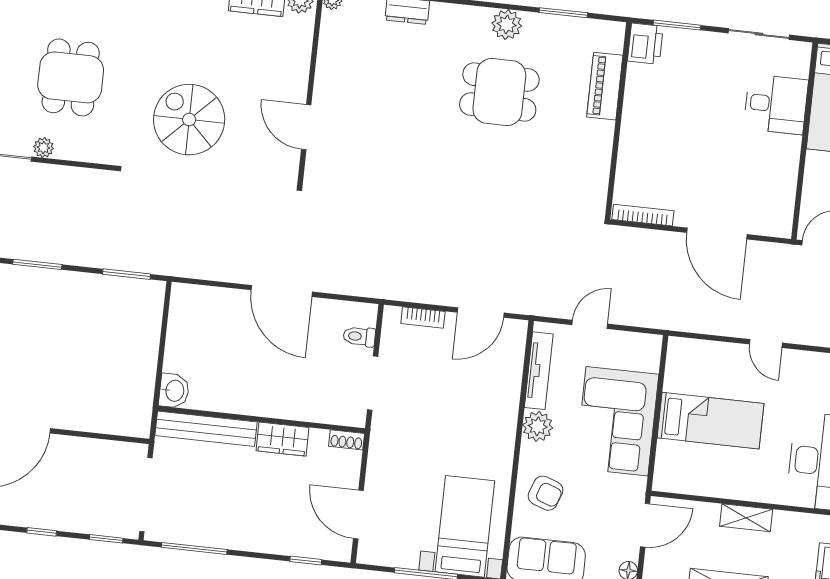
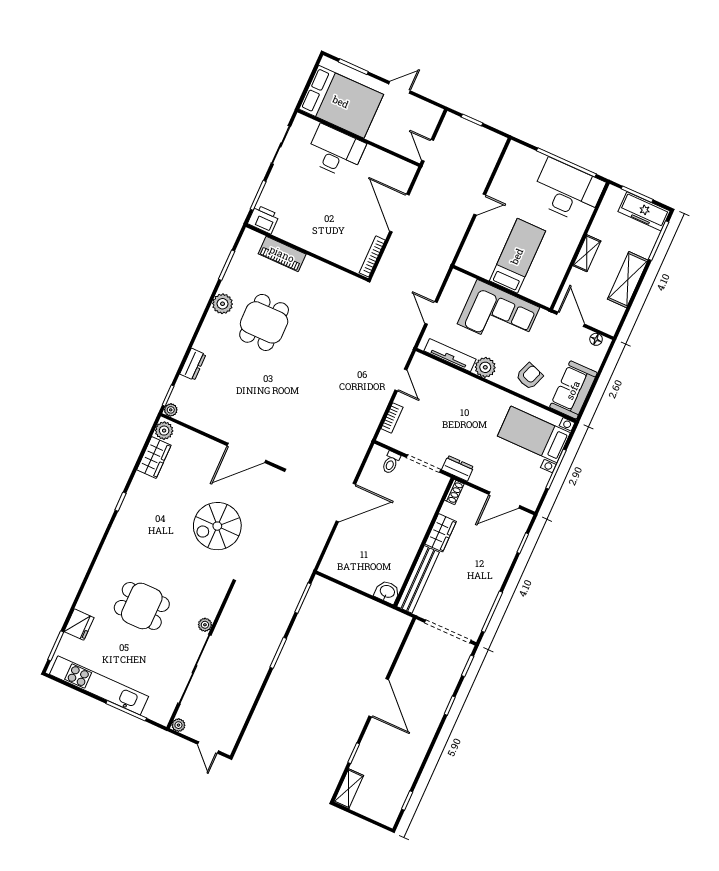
dining table: (71, 77) -> (142, 606), moved
desk: (776, 104) -> (335, 151), width x1.37
door: (306, 127) -> (246, 453), width x1.36
door: (717, 234) -> (399, 213), swing flipped
door: (481, 313) -> (401, 380), width x0.73
dresser: (382, 434) -> (458, 468), added

